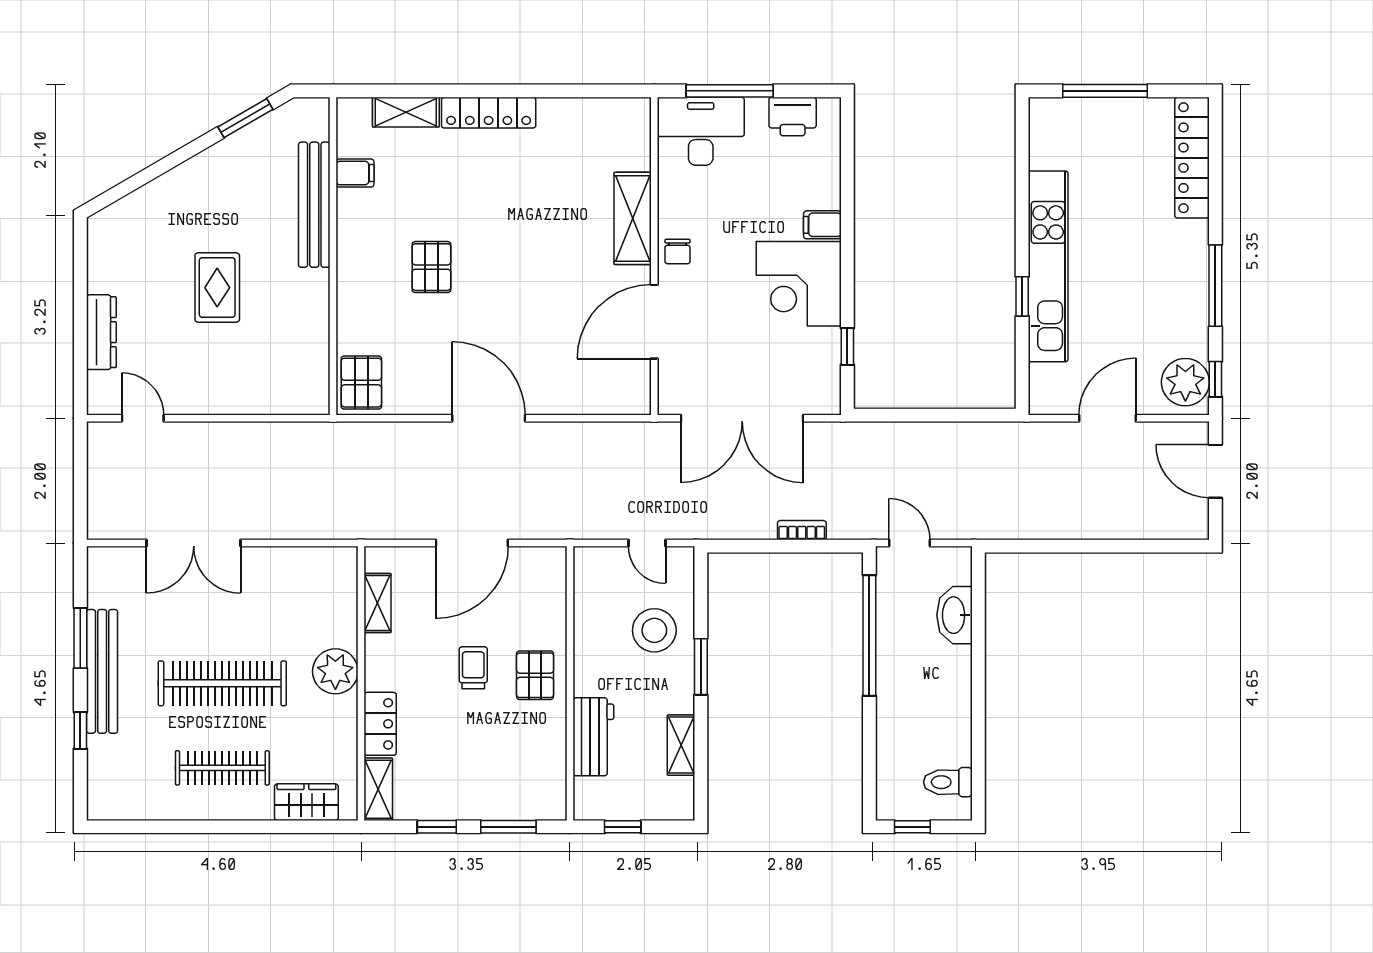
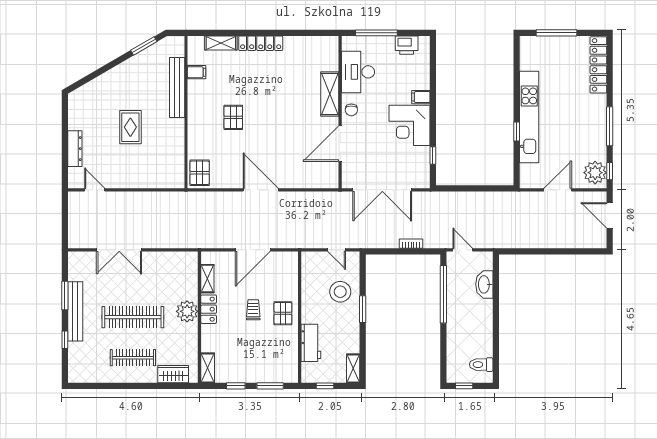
desk: (701, 131) -> (358, 72), moved, turned -90
locker: (380, 724) -> (209, 309), moved
shelving: (681, 745) -> (353, 368), moved

